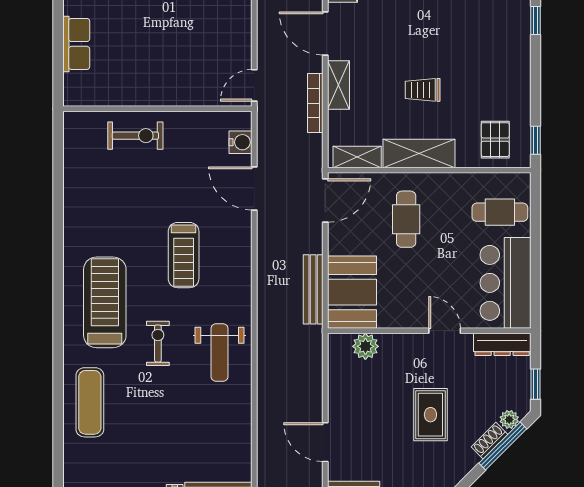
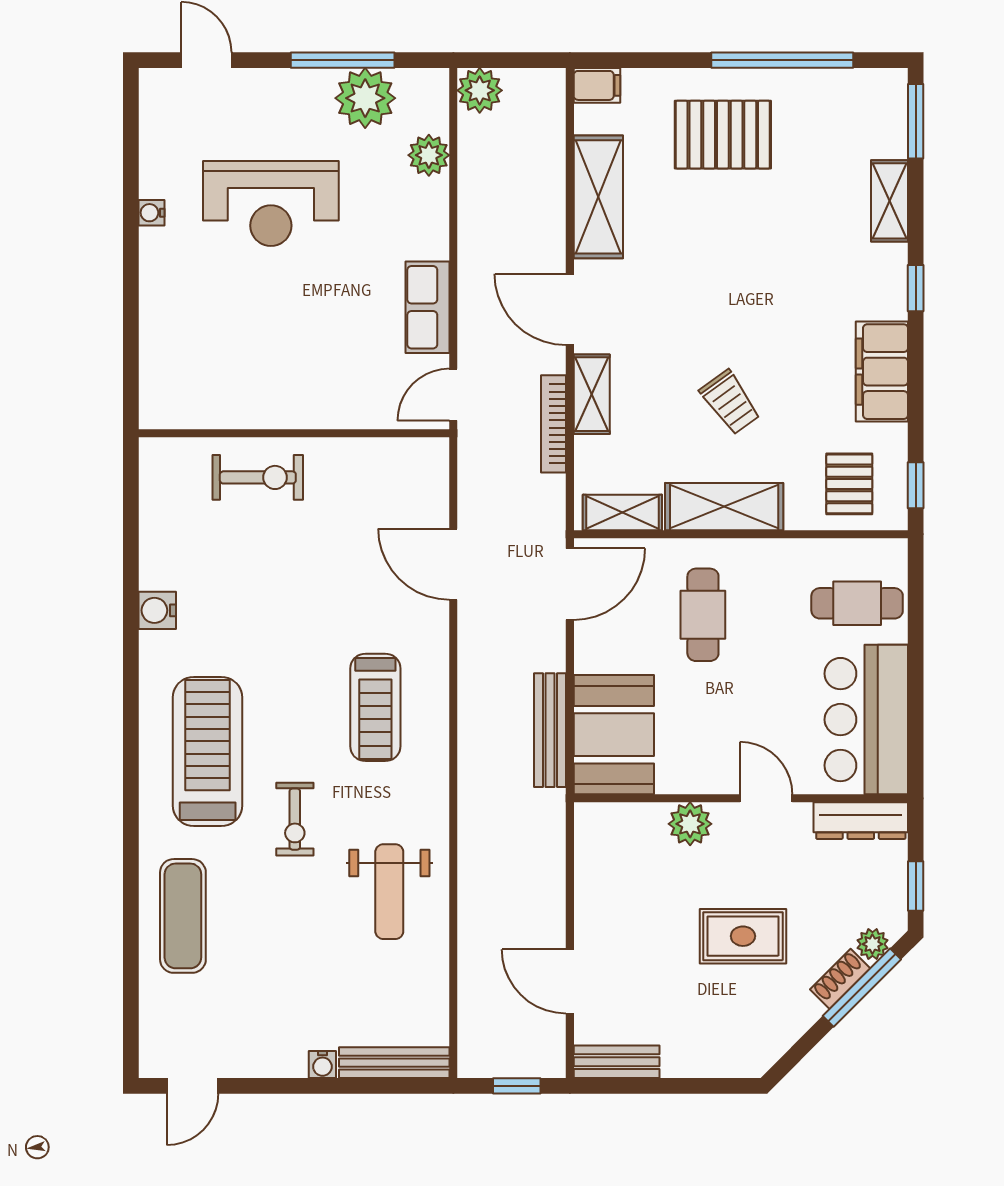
row of seats: (76, 44) -> (427, 307), moved, turned 180
filing cabinet: (515, 71) -> (882, 372), added
trolley: (423, 90) -> (730, 402), turned -126
water cooler: (241, 142) -> (157, 610), moved, turned 180
treadmill: (184, 255) -> (375, 707), moved
exercise bike: (158, 343) -> (295, 819), turned 180
plant: (365, 346) -> (690, 824), moved
weight bench: (220, 353) -> (389, 892), moved
rug: (430, 415) -> (743, 936), turned 90

